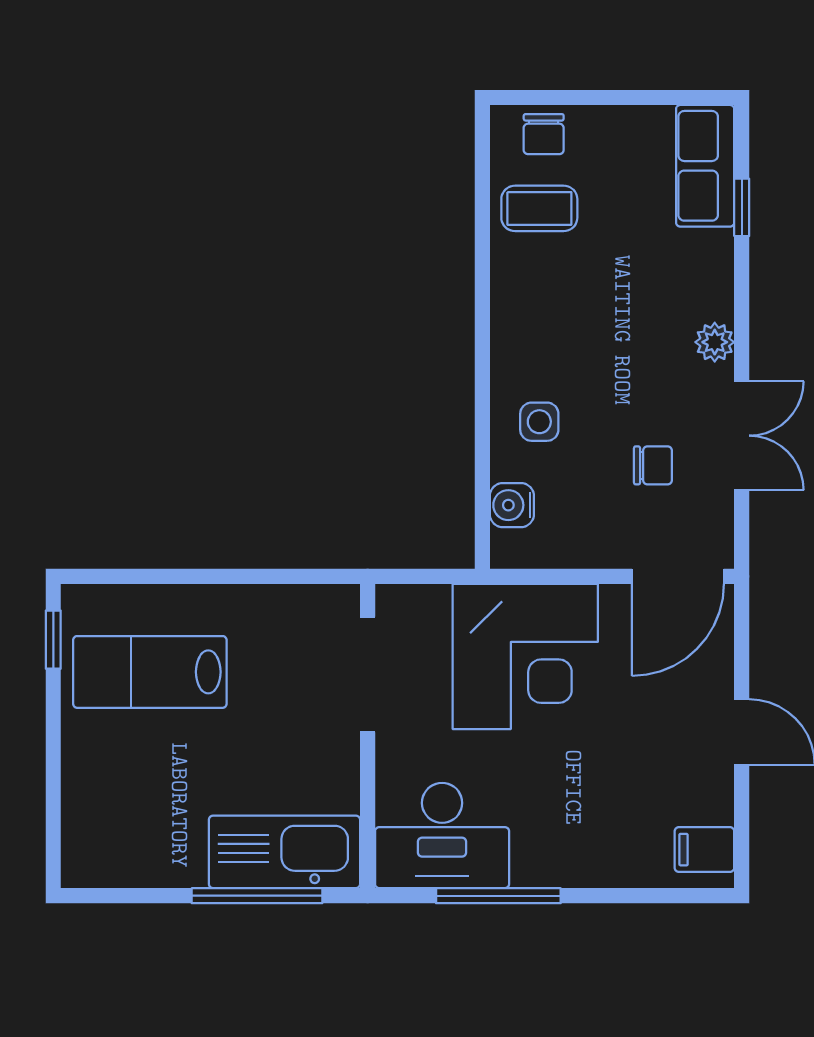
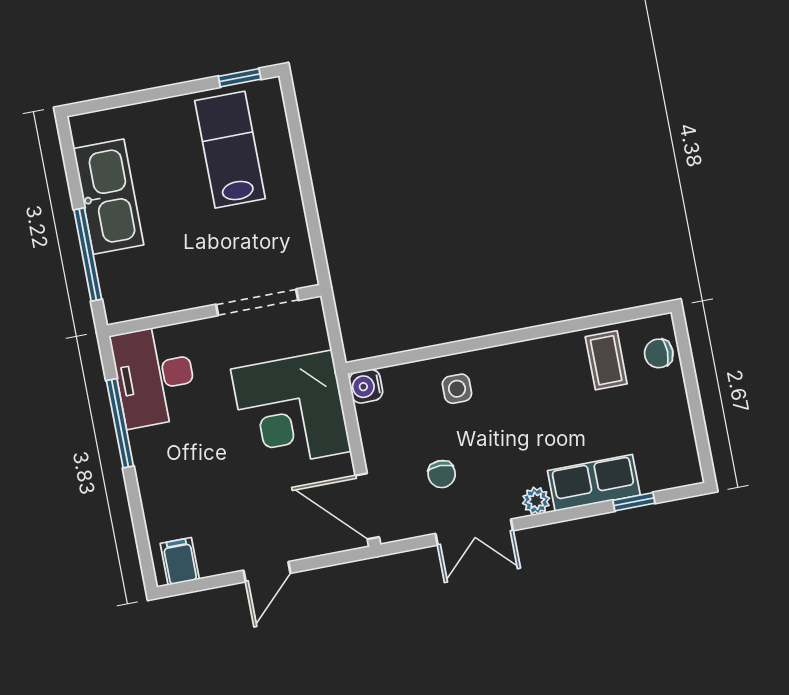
row of seats: (705, 166) -> (594, 483), moved
water cooler: (512, 505) -> (366, 386), moved, turned -90
kitchen sink: (284, 852) -> (108, 197), moved

